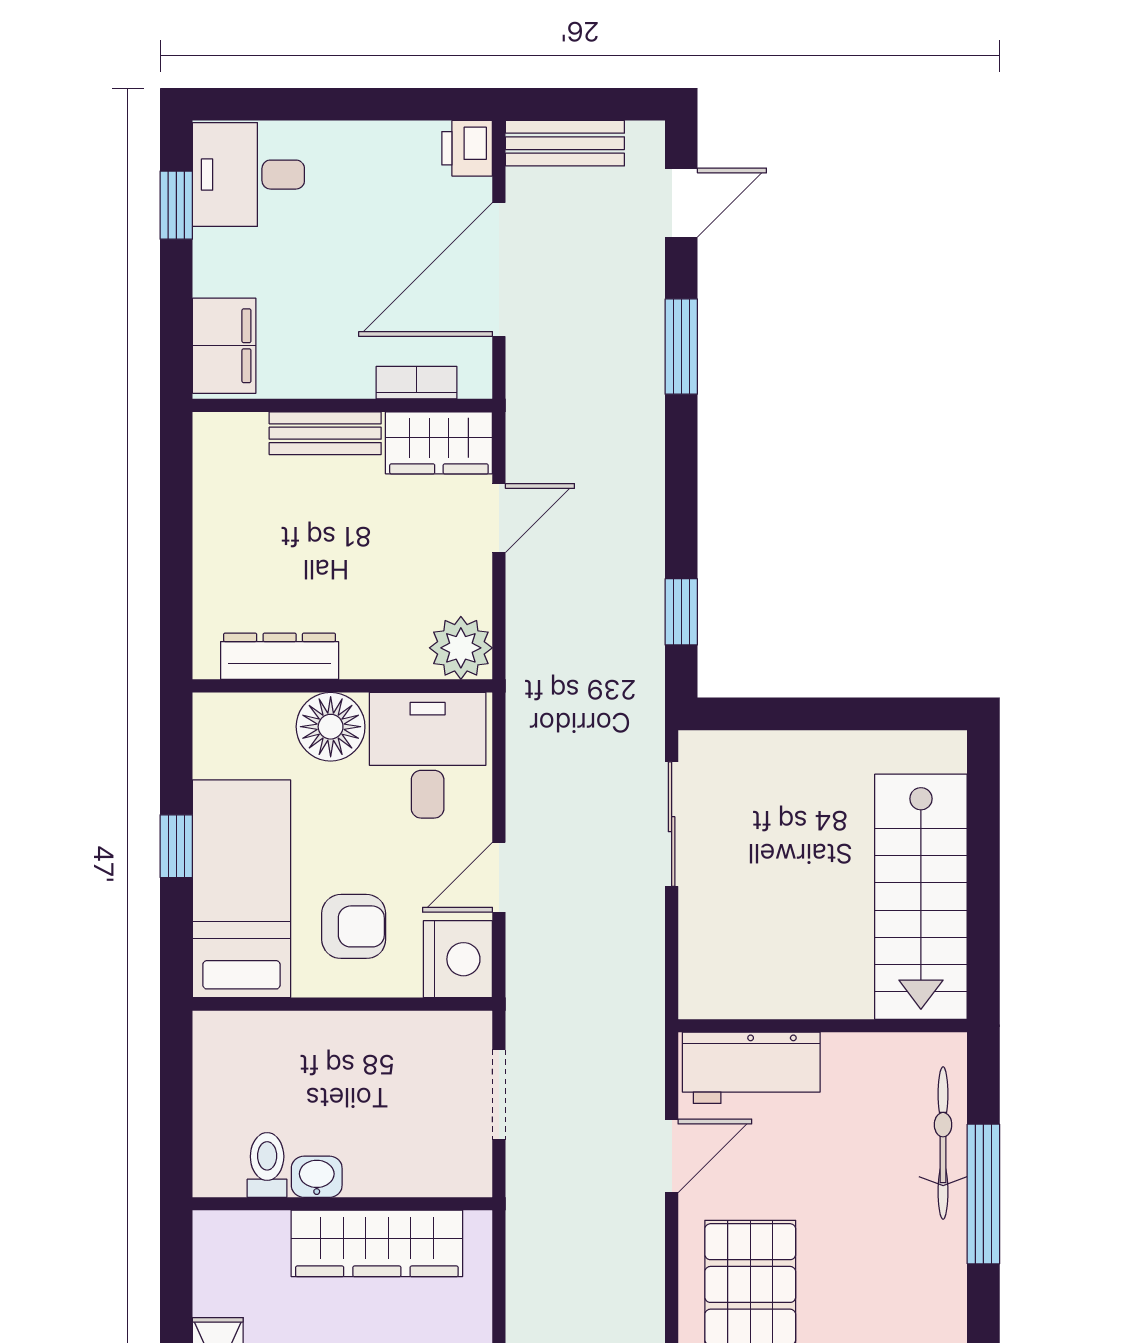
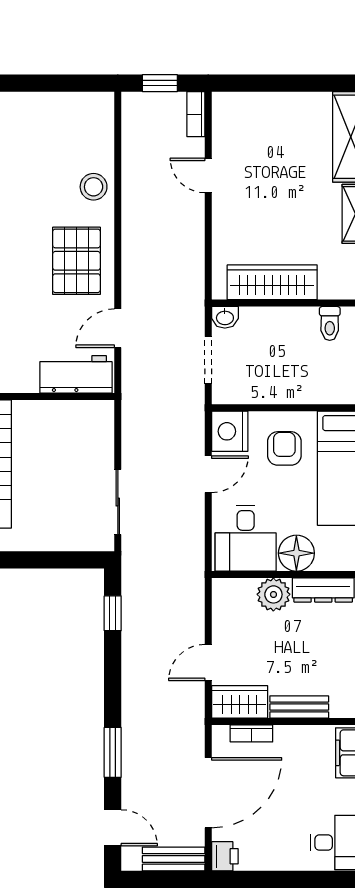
door: (681, 203) -> (113, 828), swing flipped
plant: (461, 648) -> (273, 594), moved
armchair: (354, 926) -> (284, 448), turned 90
washbasin: (317, 1177) -> (225, 317), moved

